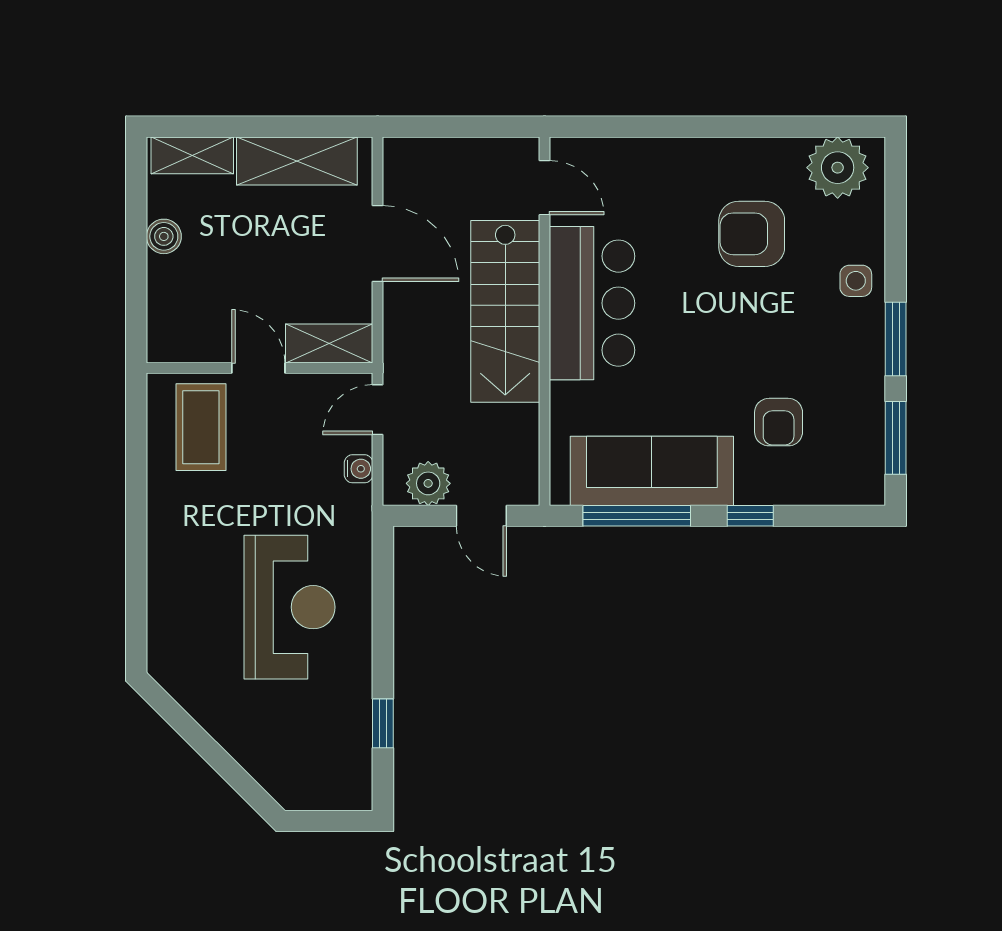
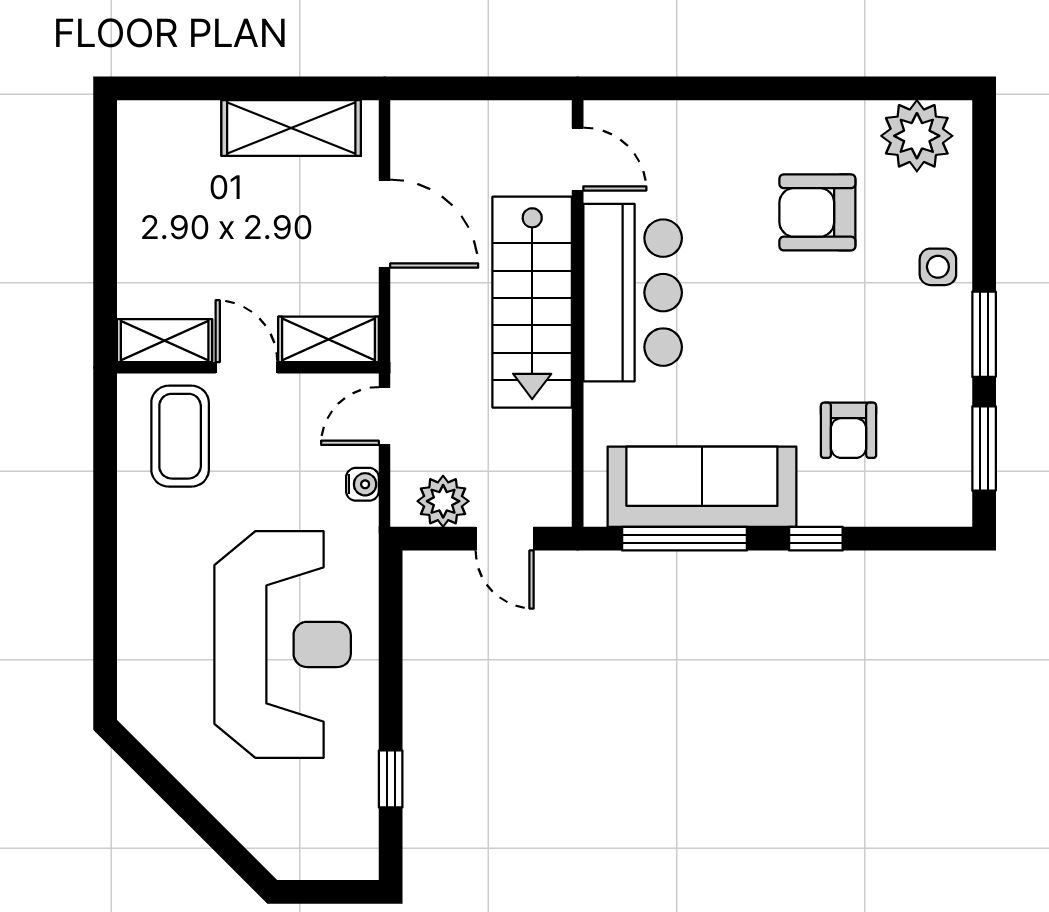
shelving: (192, 155) -> (165, 341), moved
boiler: (164, 236) -> (137, 215), removed
reception desk: (290, 607) -> (283, 644), width x1.36, depth x1.30

